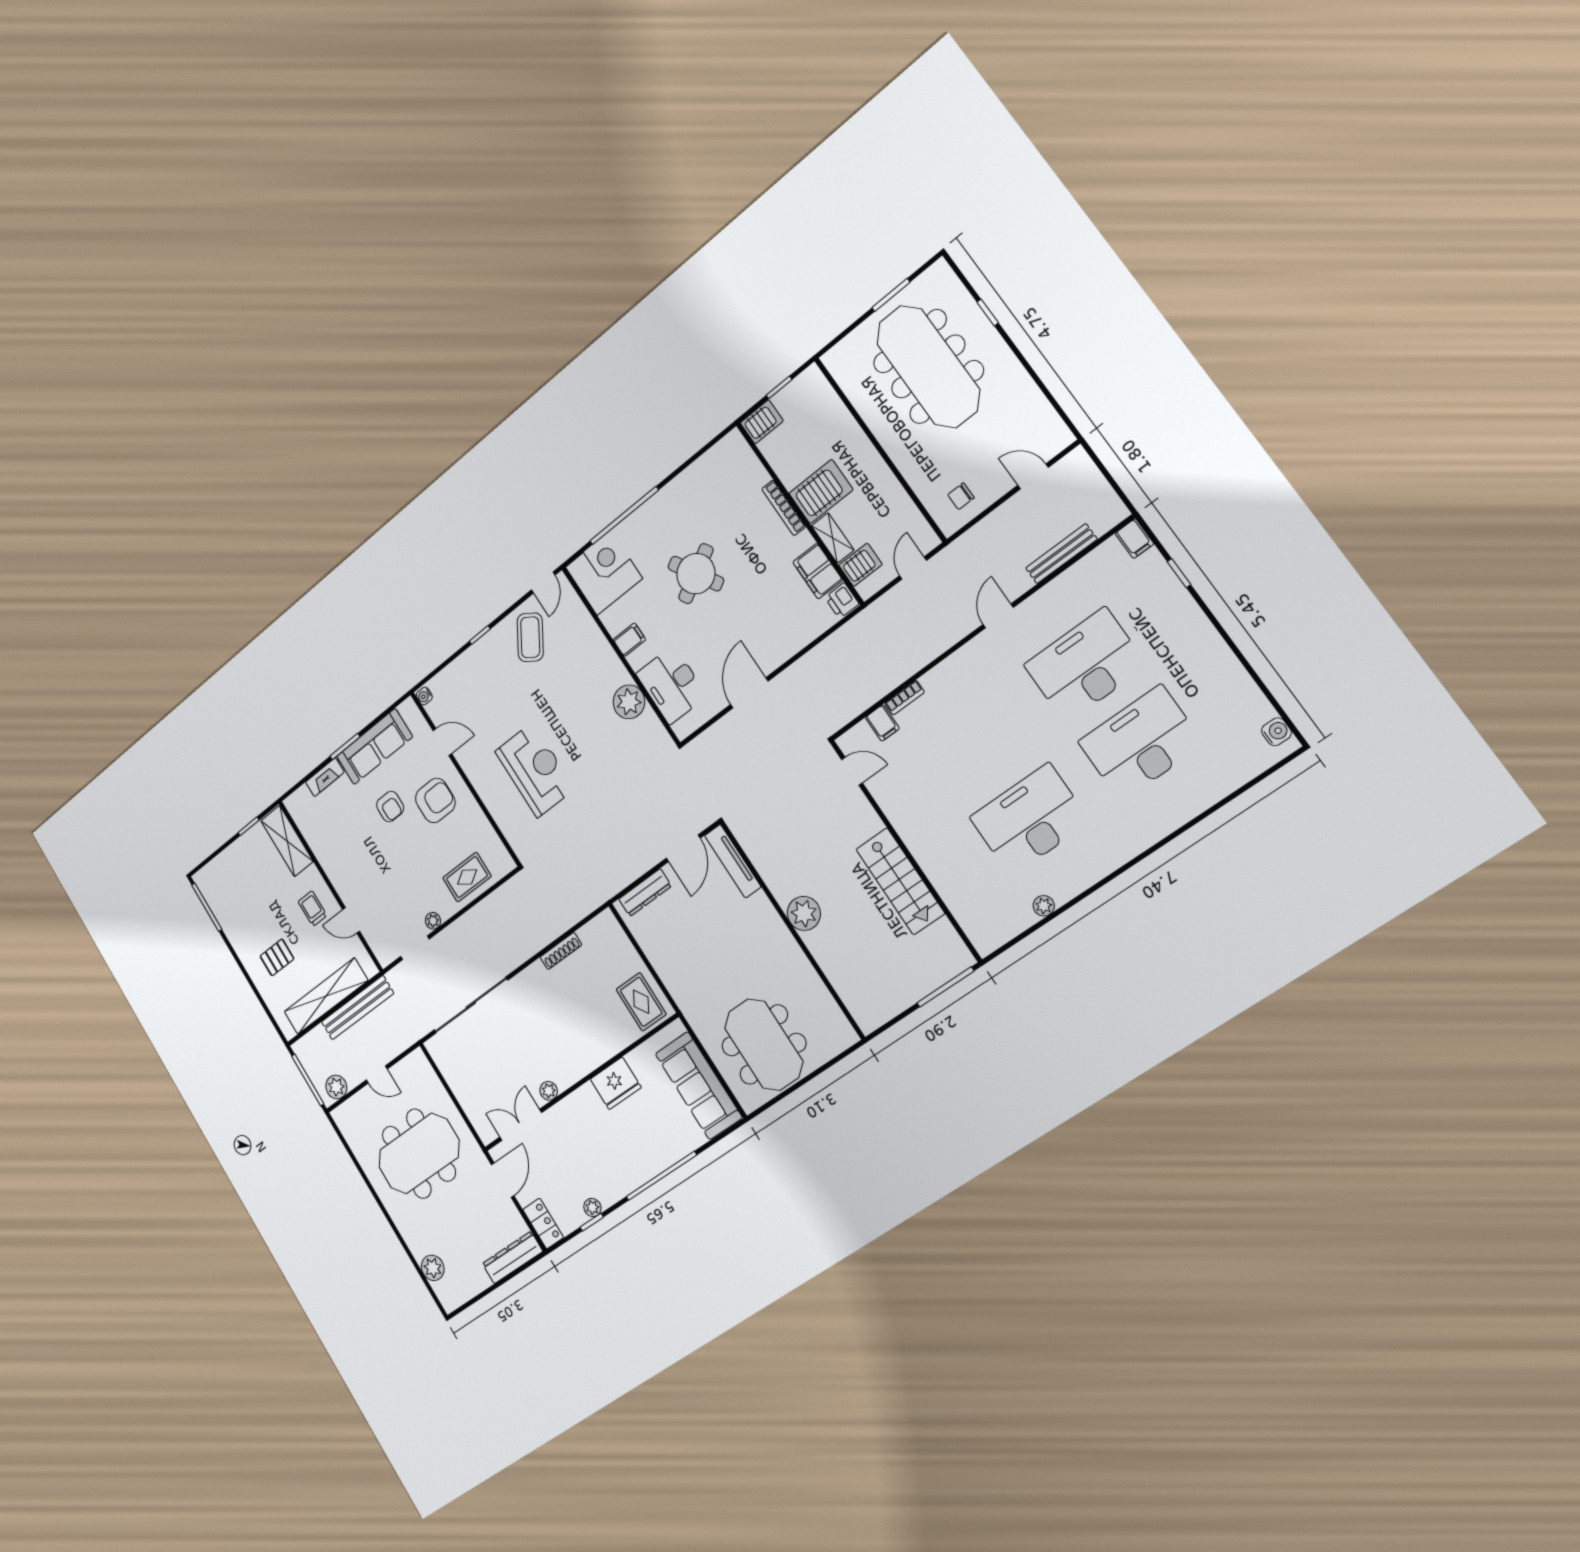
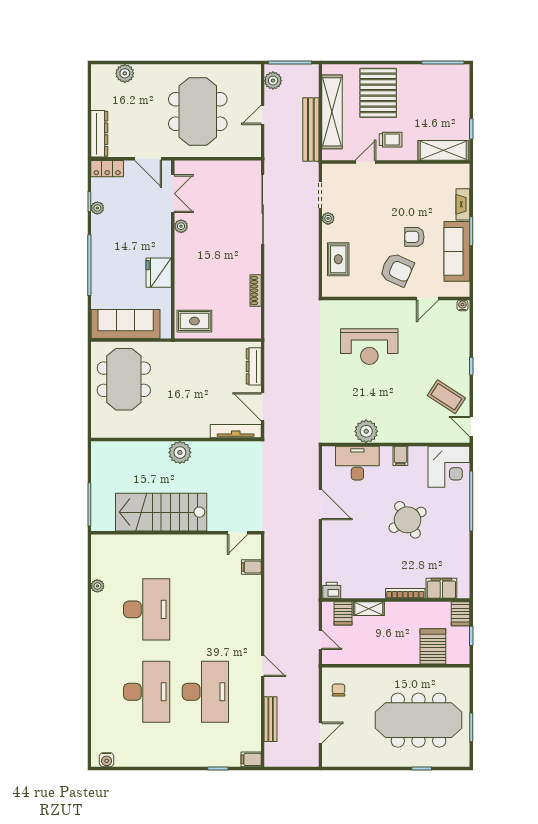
server rack: (821, 491) -> (433, 646), moved, turned 180
filing cabinet: (818, 571) -> (441, 588), moved
bookcase: (905, 698) -> (256, 588), removed
armchair: (435, 800) -> (397, 270), turned -66
stairs: (900, 881) -> (161, 512), width x1.36, depth x1.51
pallet: (277, 957) -> (378, 93), width x2.05, depth x2.00
meeting table: (764, 1045) -> (124, 379), turned 90

